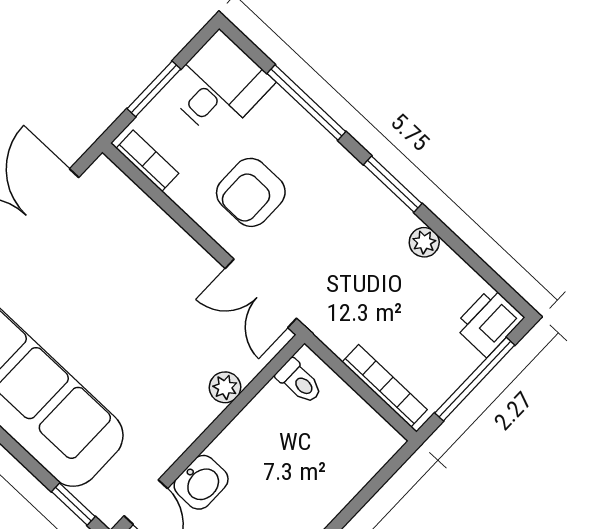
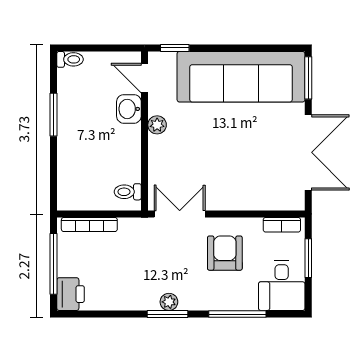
plant: (424, 242) -> (169, 302), moved
plant: (225, 387) -> (157, 125), moved

